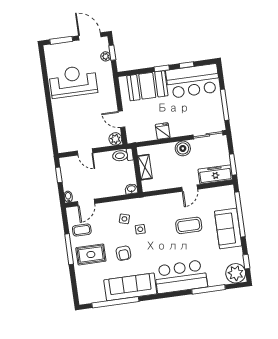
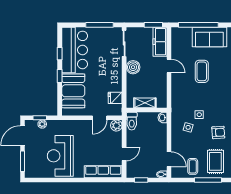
row of seats: (62, 131) -> (103, 172), added
fridge: (163, 131) -> (115, 98), moved

